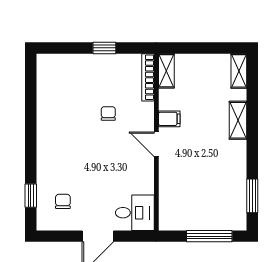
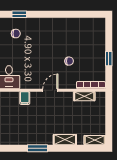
shelving: (166, 71) -> (84, 96), moved
filing cabinet: (169, 119) -> (25, 98), moved
window: (252, 196) -> (38, 148), moved

